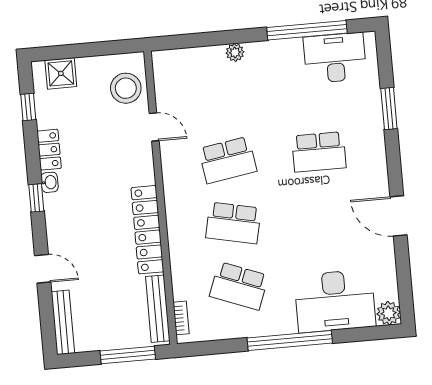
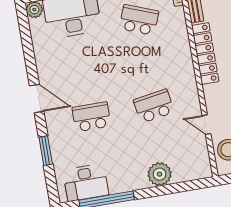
plant: (235, 52) -> (160, 174), width x1.87, depth x1.87
door: (398, 216) -> (37, 99), moved
school desk: (233, 223) -> (146, 63), removed

